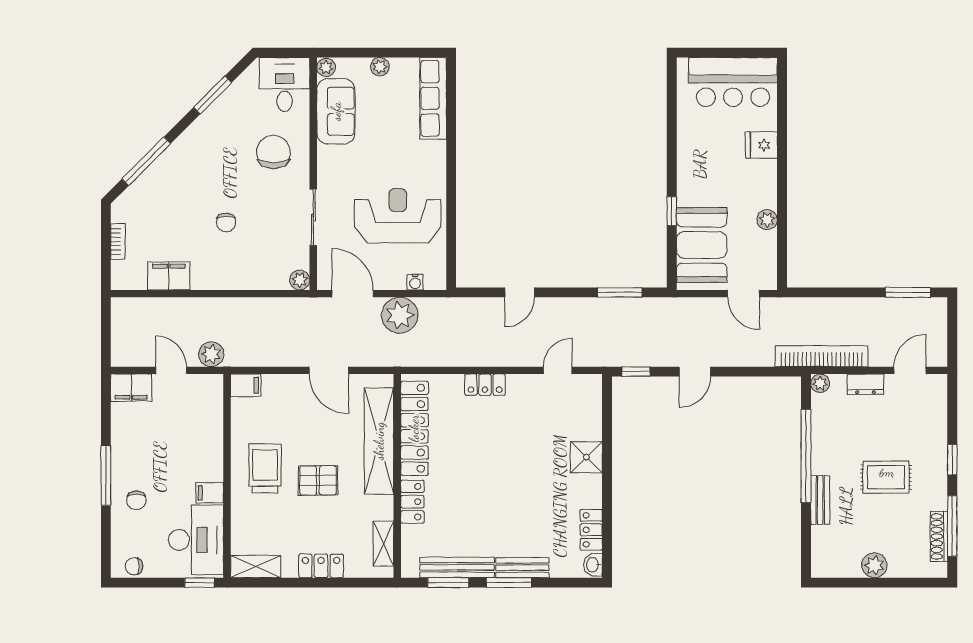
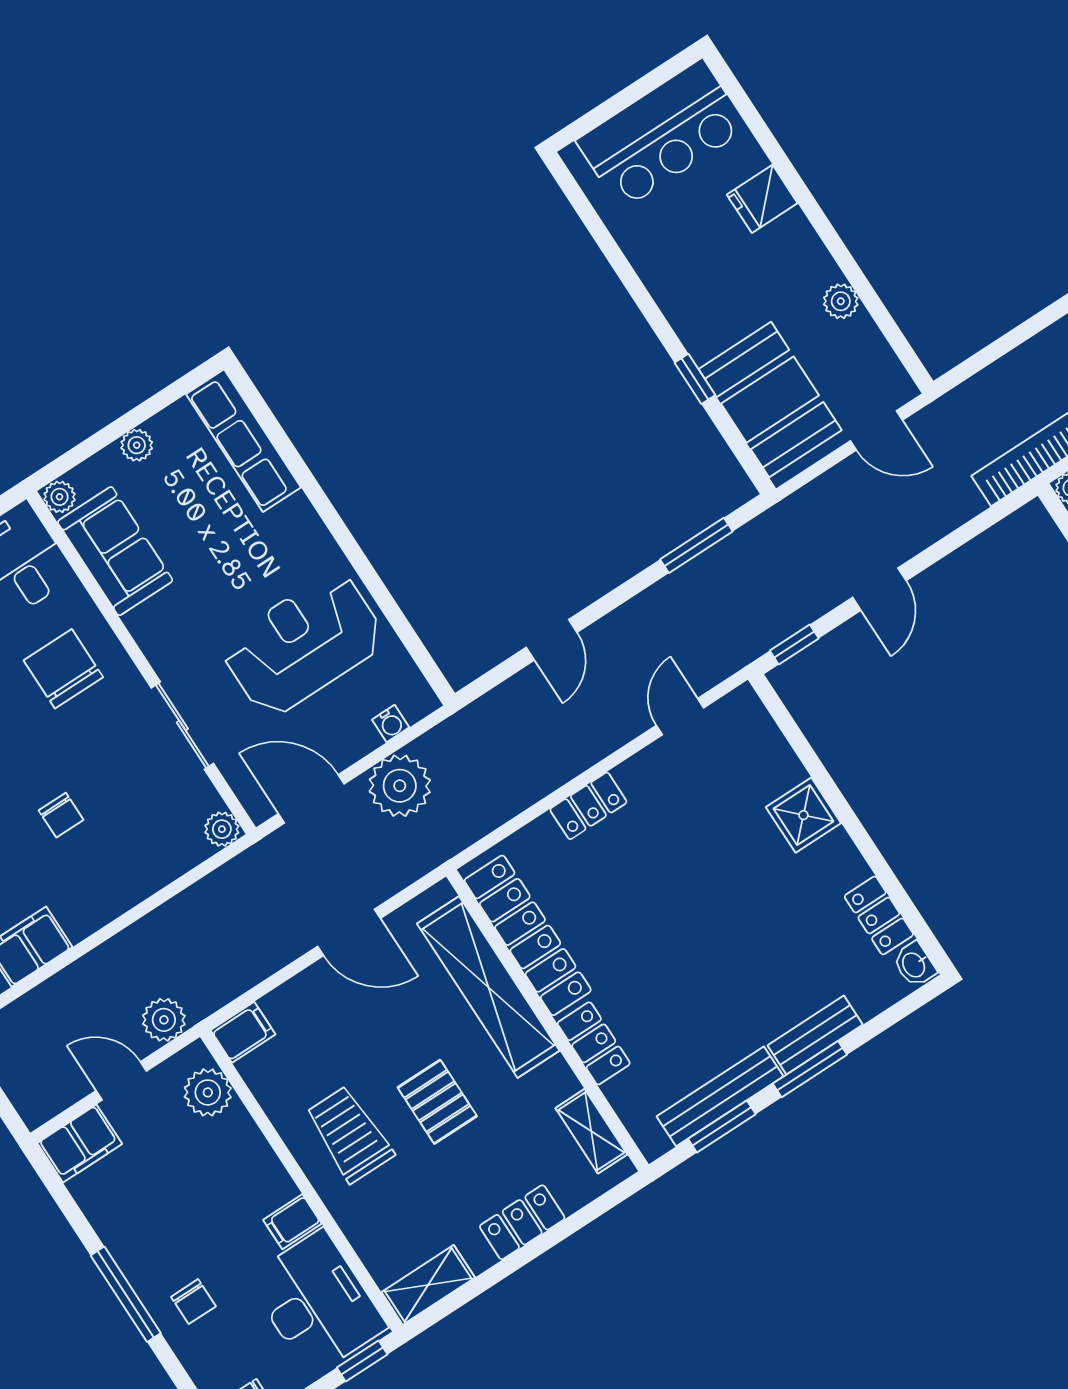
plant: (210, 403) -> (208, 1092), added
pallet: (318, 480) -> (437, 1102), turned 90

